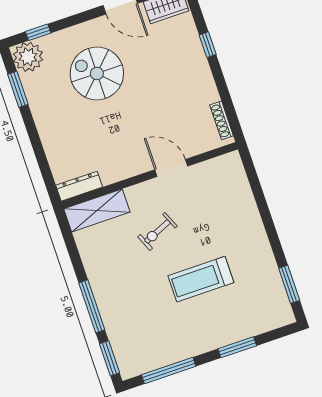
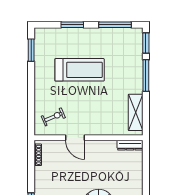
shelving: (97, 210) -> (136, 112), moved, turned 90
exercise bike: (157, 231) -> (53, 117), moved
treadmill: (201, 279) -> (80, 70), width x1.37, depth x1.38

